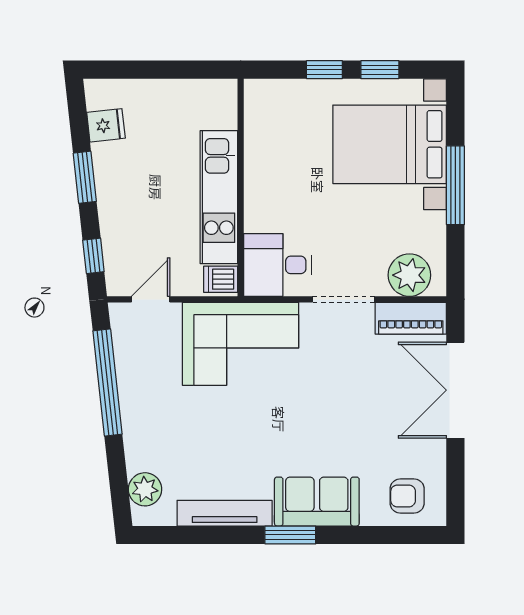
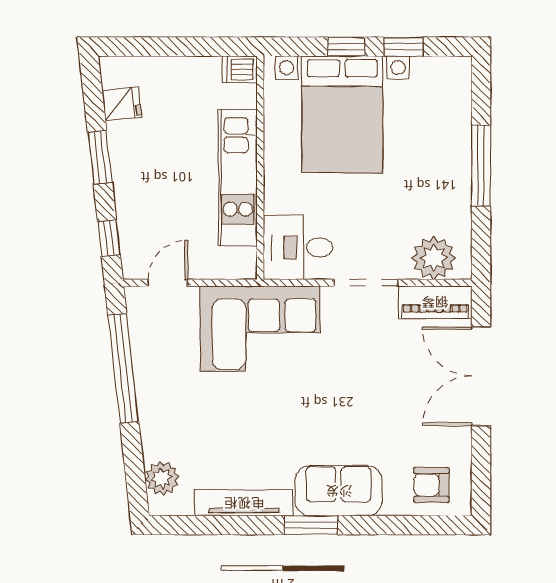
bed with nightstands: (390, 144) -> (342, 114), moved, turned -90
dishwasher: (221, 279) -> (240, 69), moved

